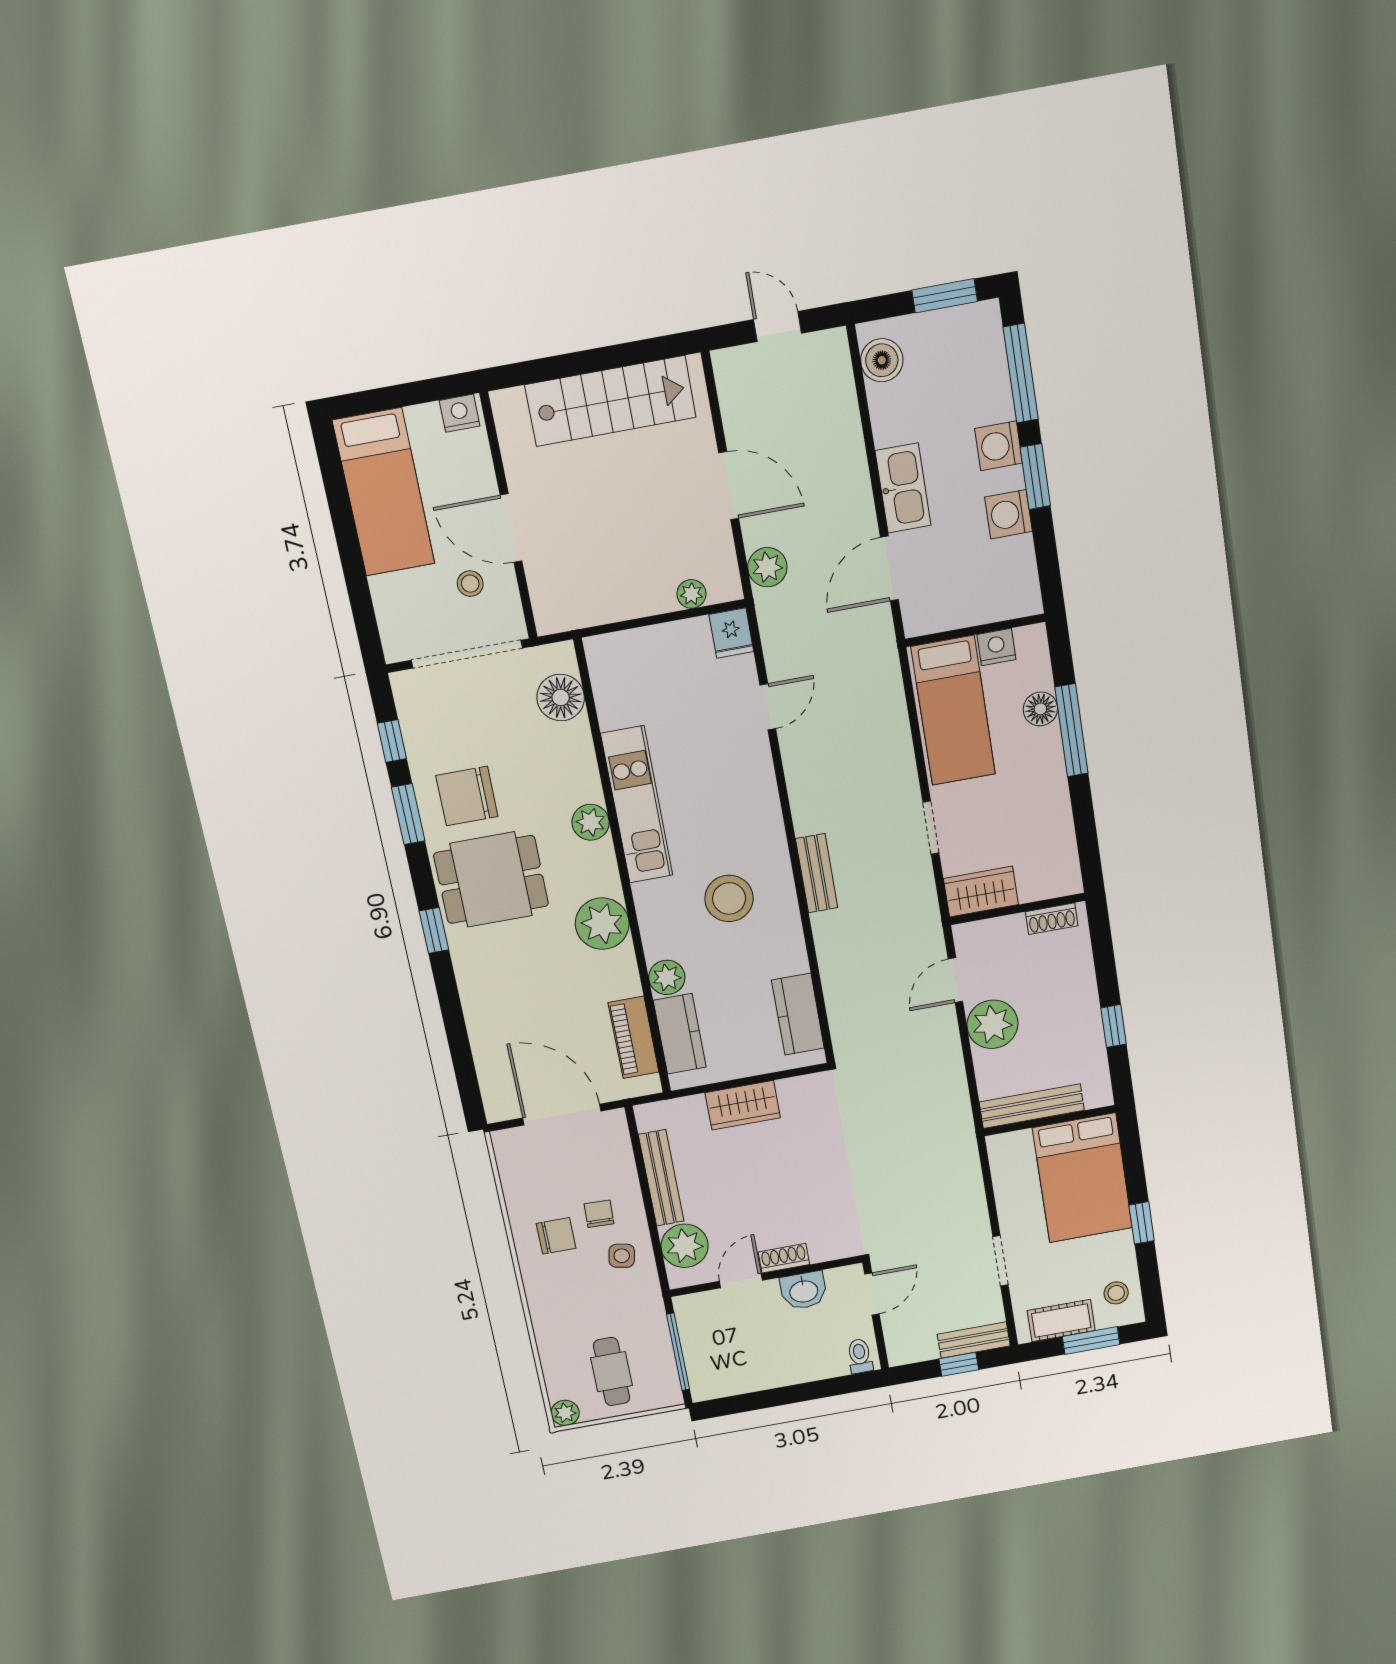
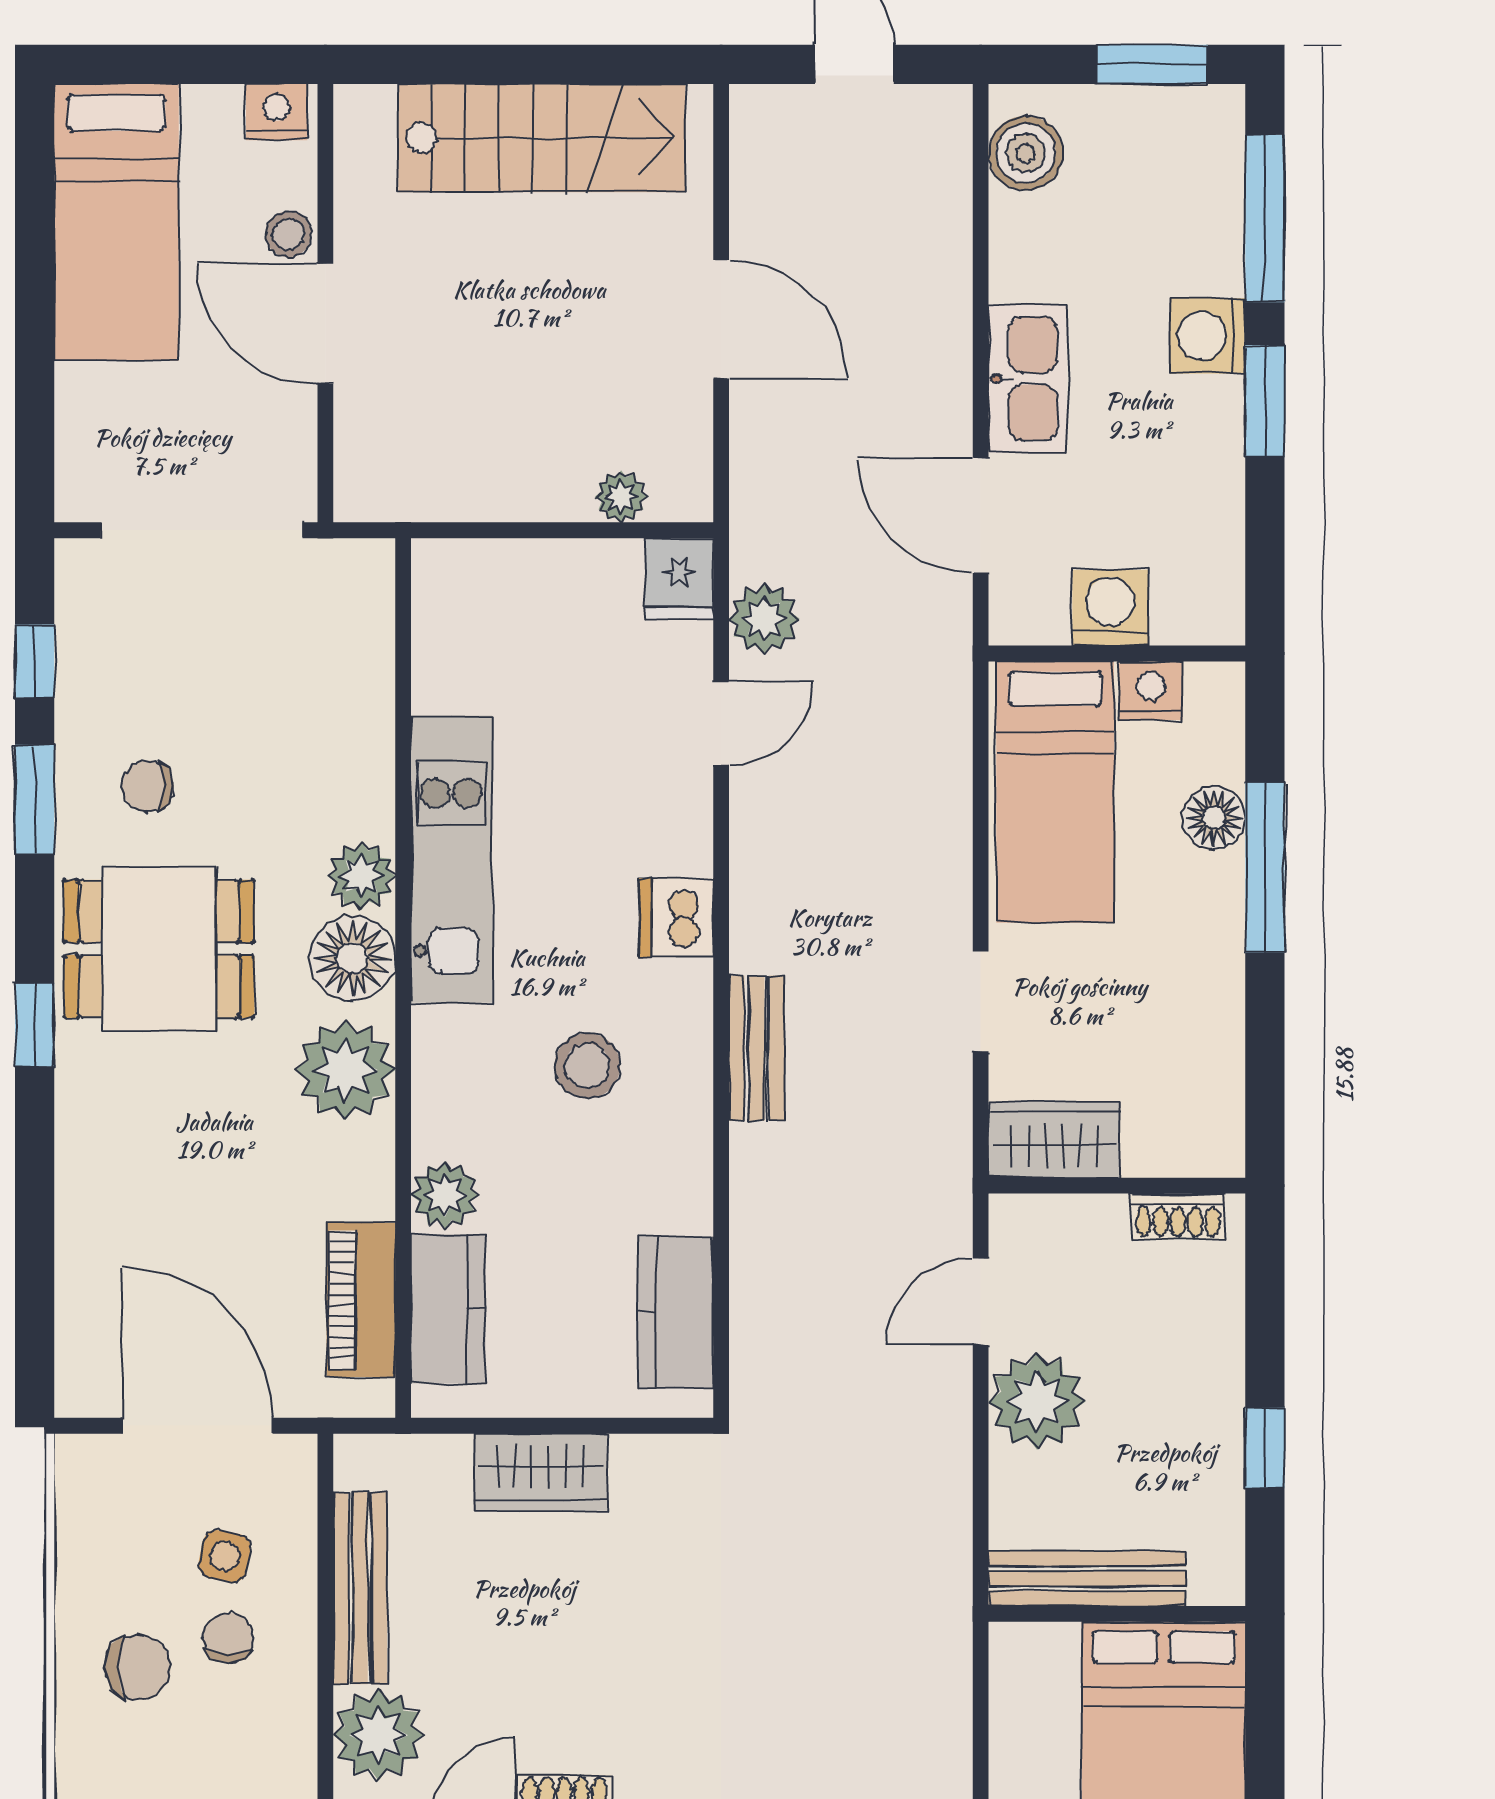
washing machine: (1008, 514) -> (1110, 608), moved, turned 90
plant: (767, 567) -> (764, 619), moved
door: (889, 569) -> (981, 515), hinge flipped
stool: (470, 584) -> (288, 234), moved
floor lamp: (561, 698) -> (352, 958), moved
chair: (467, 796) -> (148, 786), width x0.54, depth x0.54
dishwasher: (762, 814) -> (676, 918), added
stool: (729, 898) -> (587, 1066), width x0.73, depth x0.73
side table: (622, 1256) -> (225, 1556), moved

